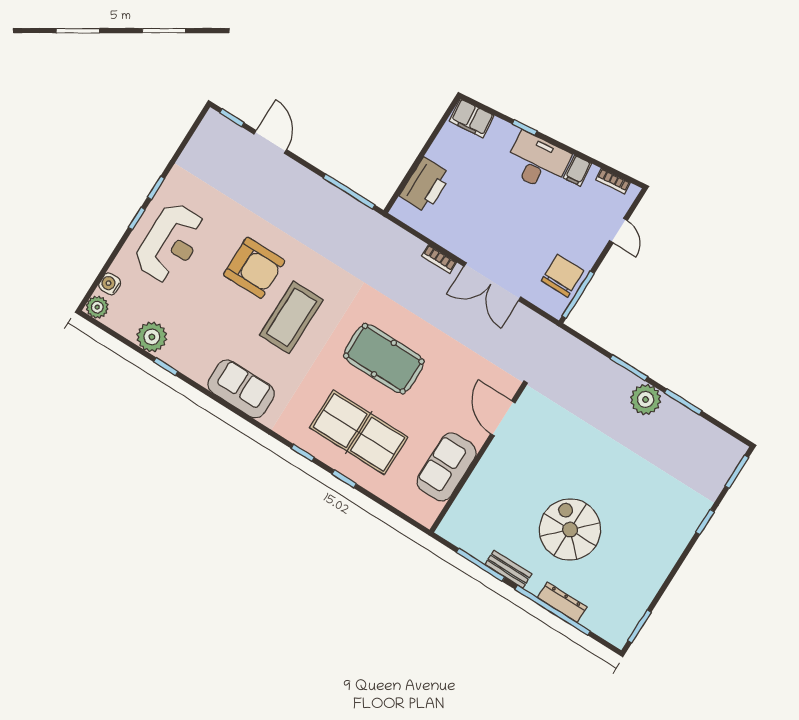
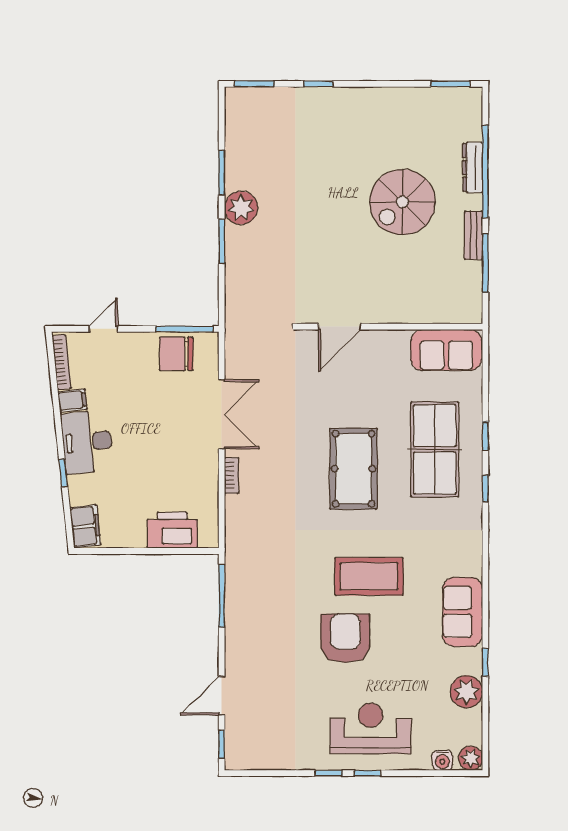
bookcase: (613, 181) -> (62, 362), width x1.56
sofa: (241, 389) -> (463, 612), moved
sofa: (447, 467) -> (446, 350), moved

